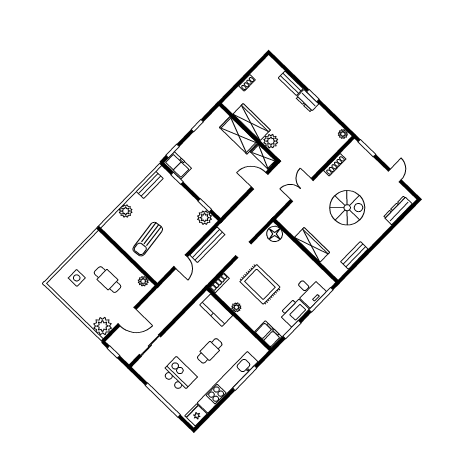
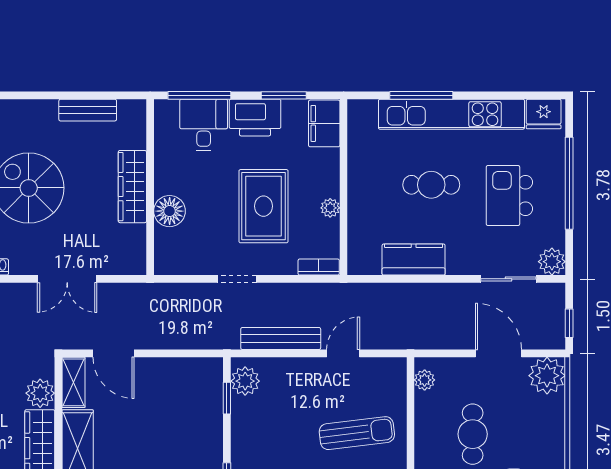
floor lamp: (275, 234) -> (170, 211), moved
kitchen counter: (216, 310) -> (414, 260), moved, turned -90
plant: (141, 367) -> (552, 262), added

